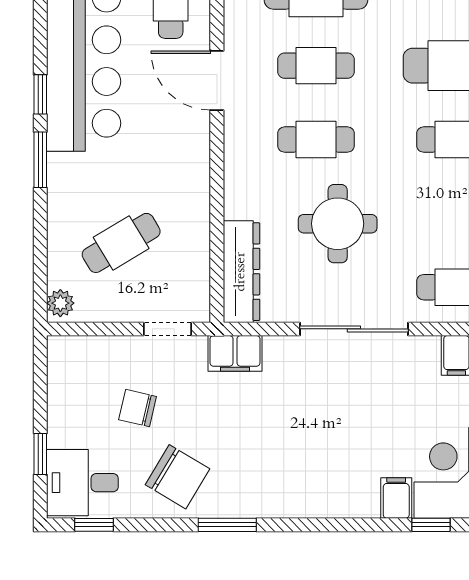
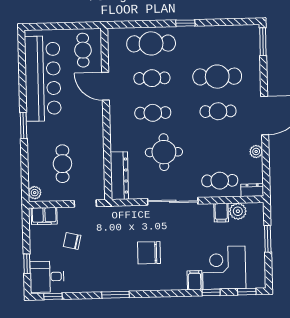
window: (40, 94) -> (23, 95), removed
cafe table: (121, 243) -> (62, 164), turned -58
filing cabinet: (235, 353) -> (44, 216), moved
chair: (177, 477) -> (149, 253), moved, turned 149

